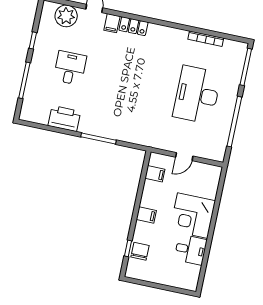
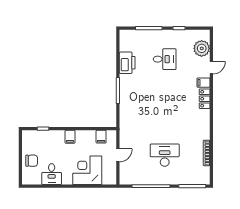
desk: (197, 95) -> (165, 155), width x0.73, depth x0.77
door: (184, 157) -> (118, 155), swing flipped
corner desk: (193, 216) -> (87, 170), moved
chair: (140, 251) -> (32, 161), moved

